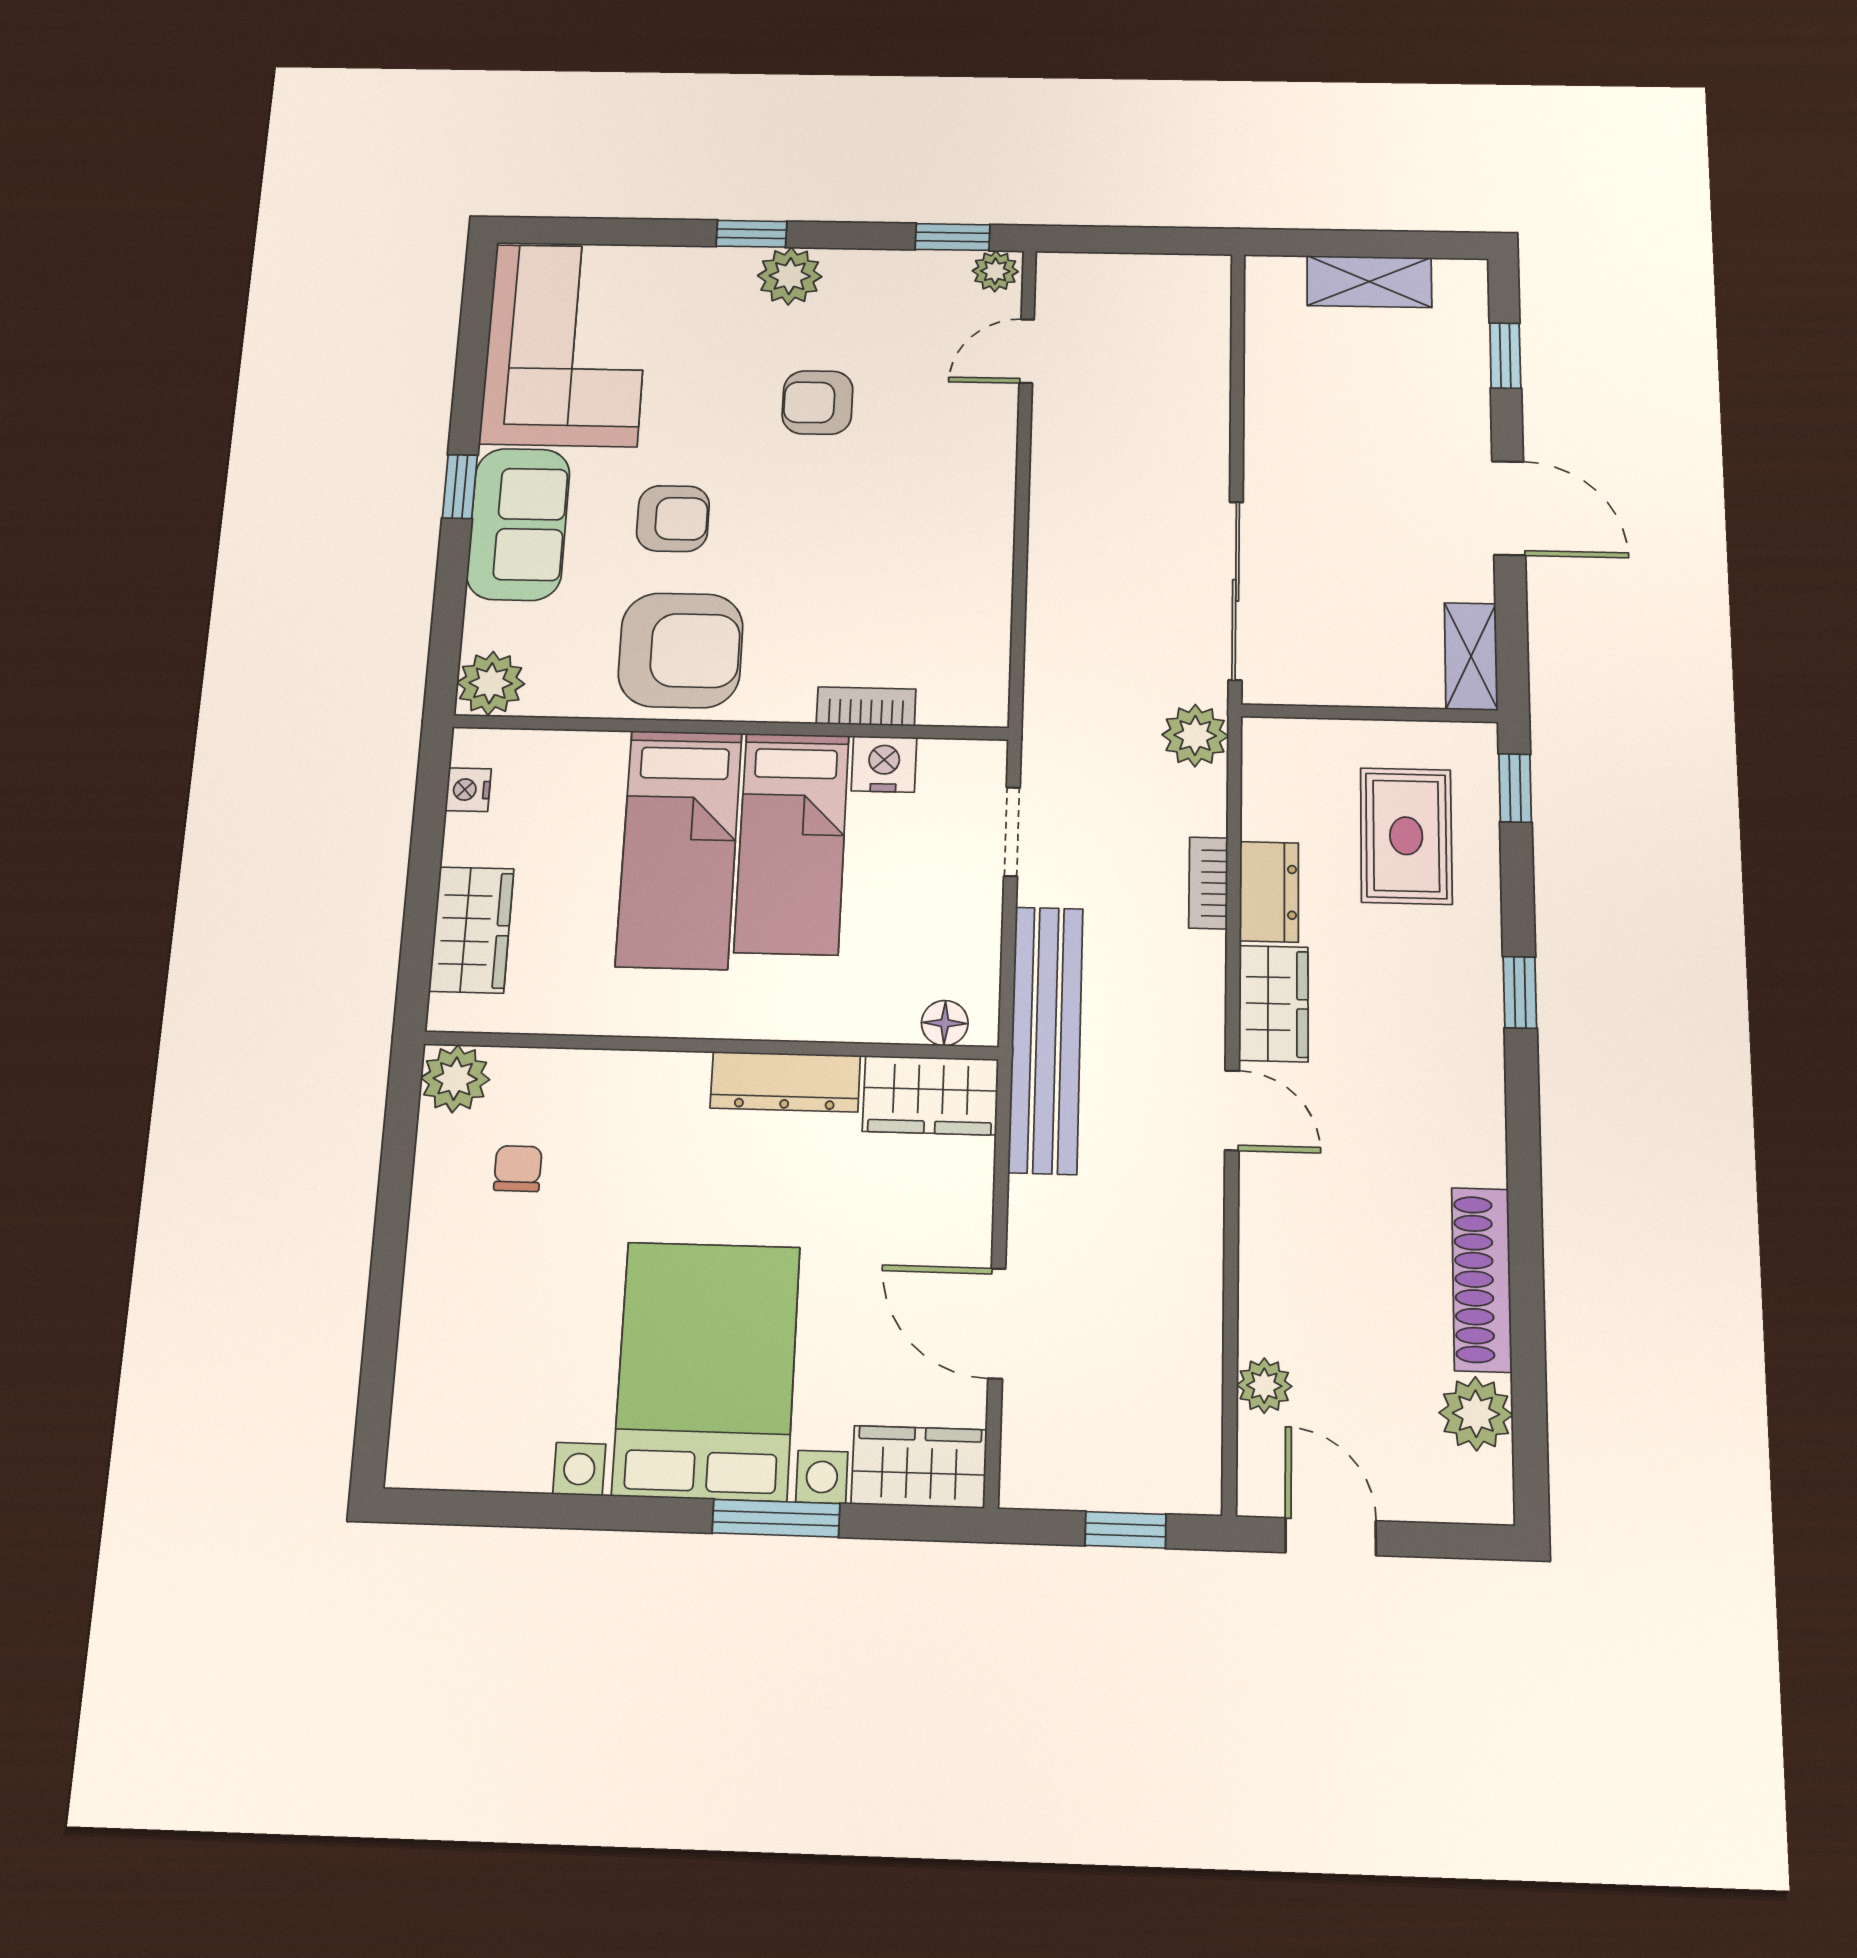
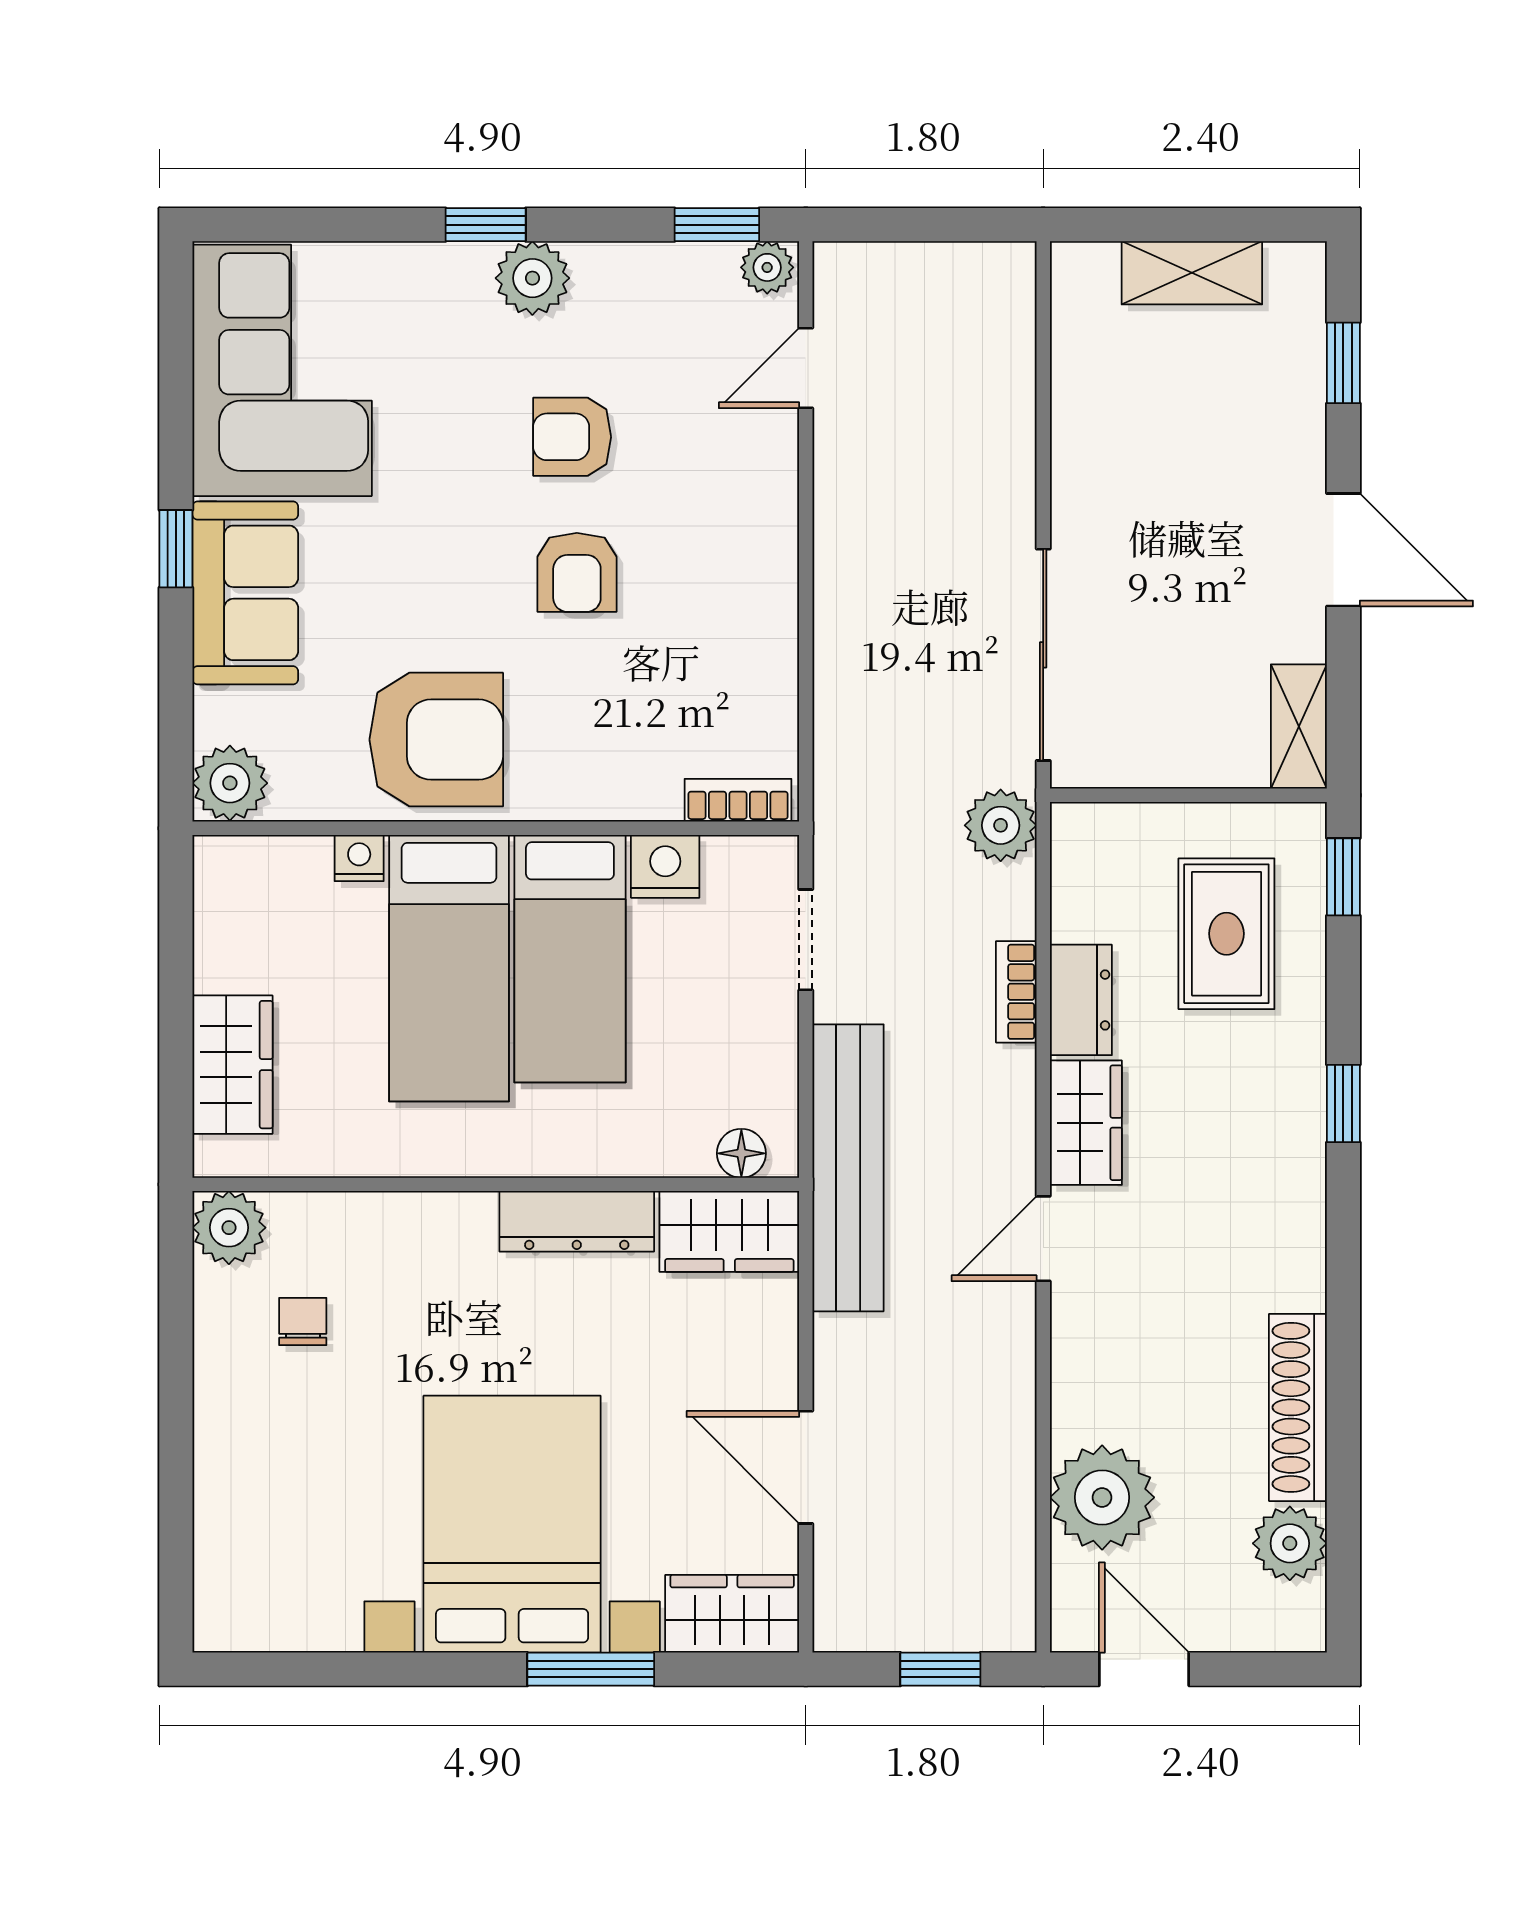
armchair: (673, 519) -> (577, 572), moved, turned 90
bookcase: (866, 706) -> (738, 800), moved
nightstand: (468, 790) -> (359, 858), moved, turned 90
door: (1232, 1110) -> (1043, 1239), swing flipped
plant: (1264, 1386) -> (1102, 1497), width x1.87, depth x1.87

